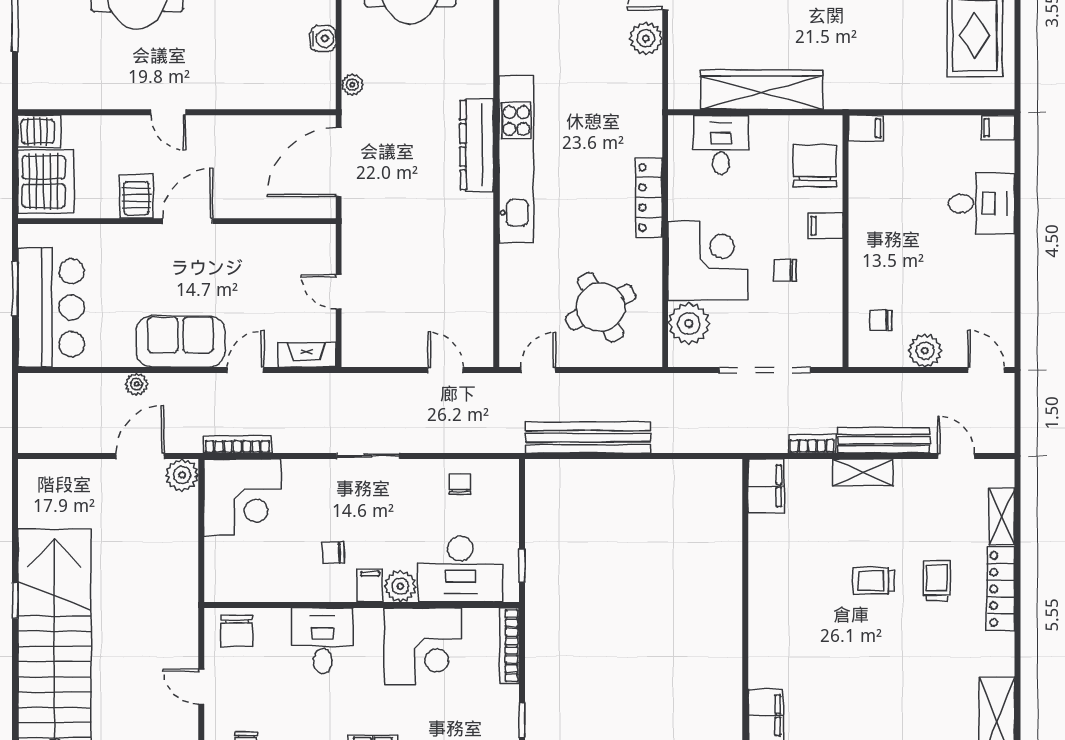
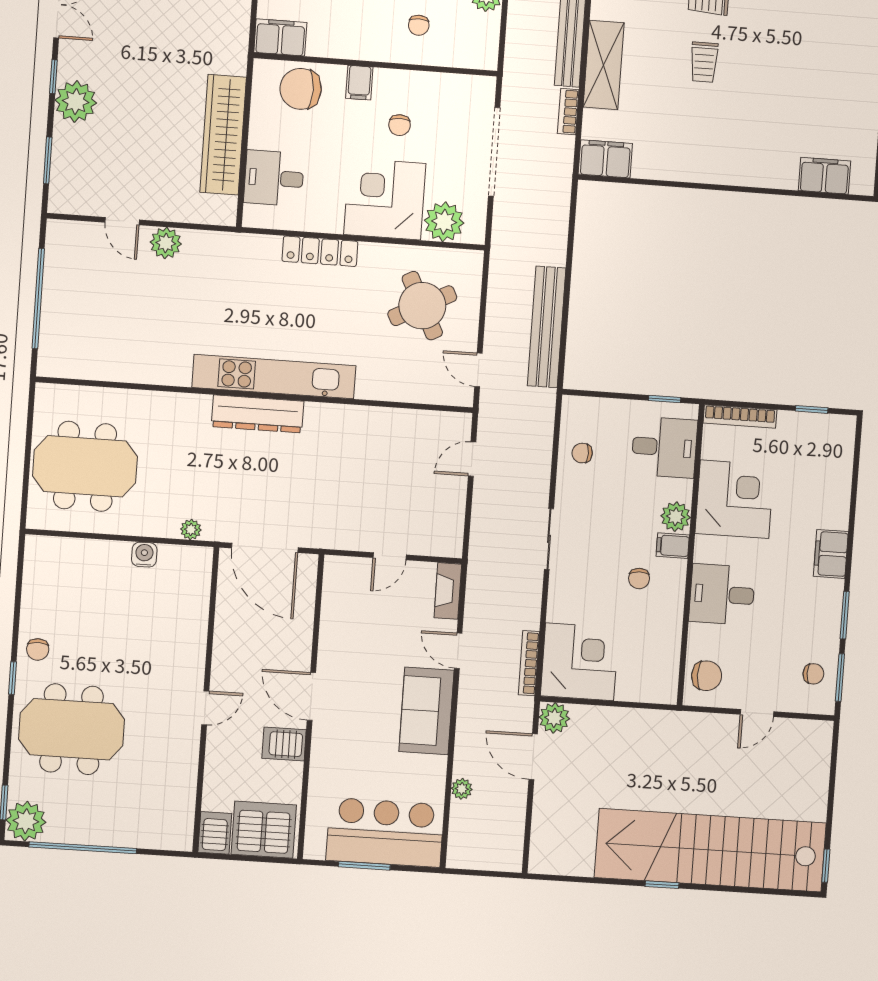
filing cabinet: (866, 128) -> (280, 37), width x2.00
chair: (881, 320) -> (419, 25), moved
plant: (137, 384) -> (462, 789), moved
shelving: (863, 472) -> (604, 65), width x1.50, depth x1.33
desk: (460, 569) -> (664, 447), width x0.73

